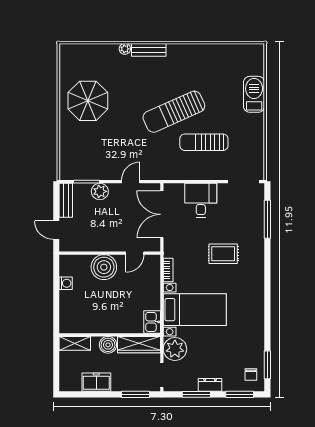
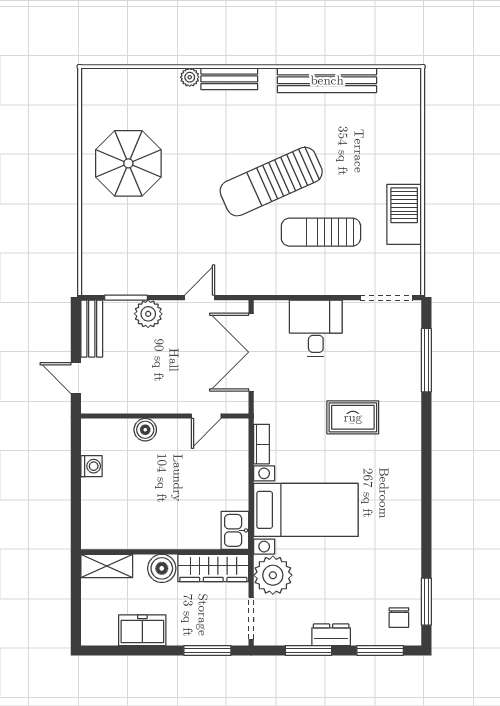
bench: (208, 51) -> (327, 80), added
barbecue: (254, 94) -> (404, 214), moved
boiler: (104, 267) -> (145, 430), width x0.54, depth x0.54

